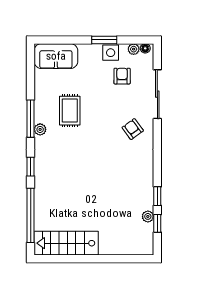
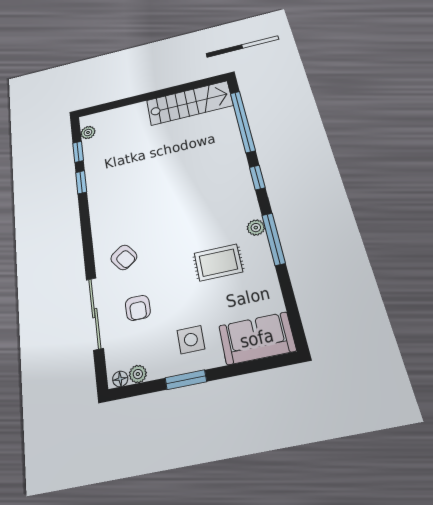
side table: (111, 53) -> (191, 340), moved
armchair: (122, 76) -> (138, 308), moved
rug: (70, 111) -> (218, 263), turned 90
plant: (148, 216) -> (88, 132), moved

